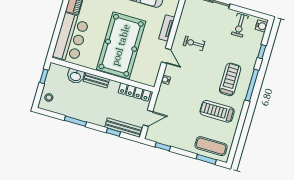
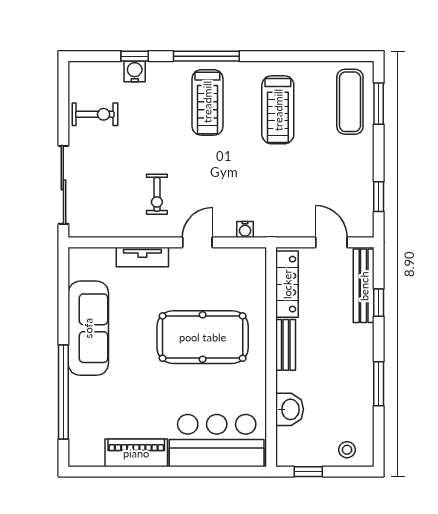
water cooler: (261, 26) -> (135, 71), moved
pool table: (121, 45) -> (203, 337), width x0.73, depth x0.76
treadmill: (230, 79) -> (207, 102), turned -90
bench: (96, 80) -> (286, 345), moved

